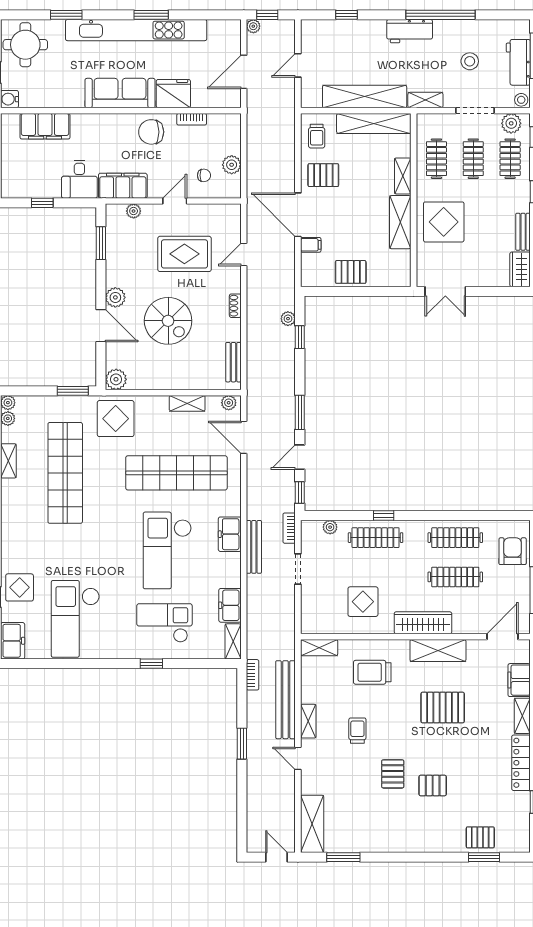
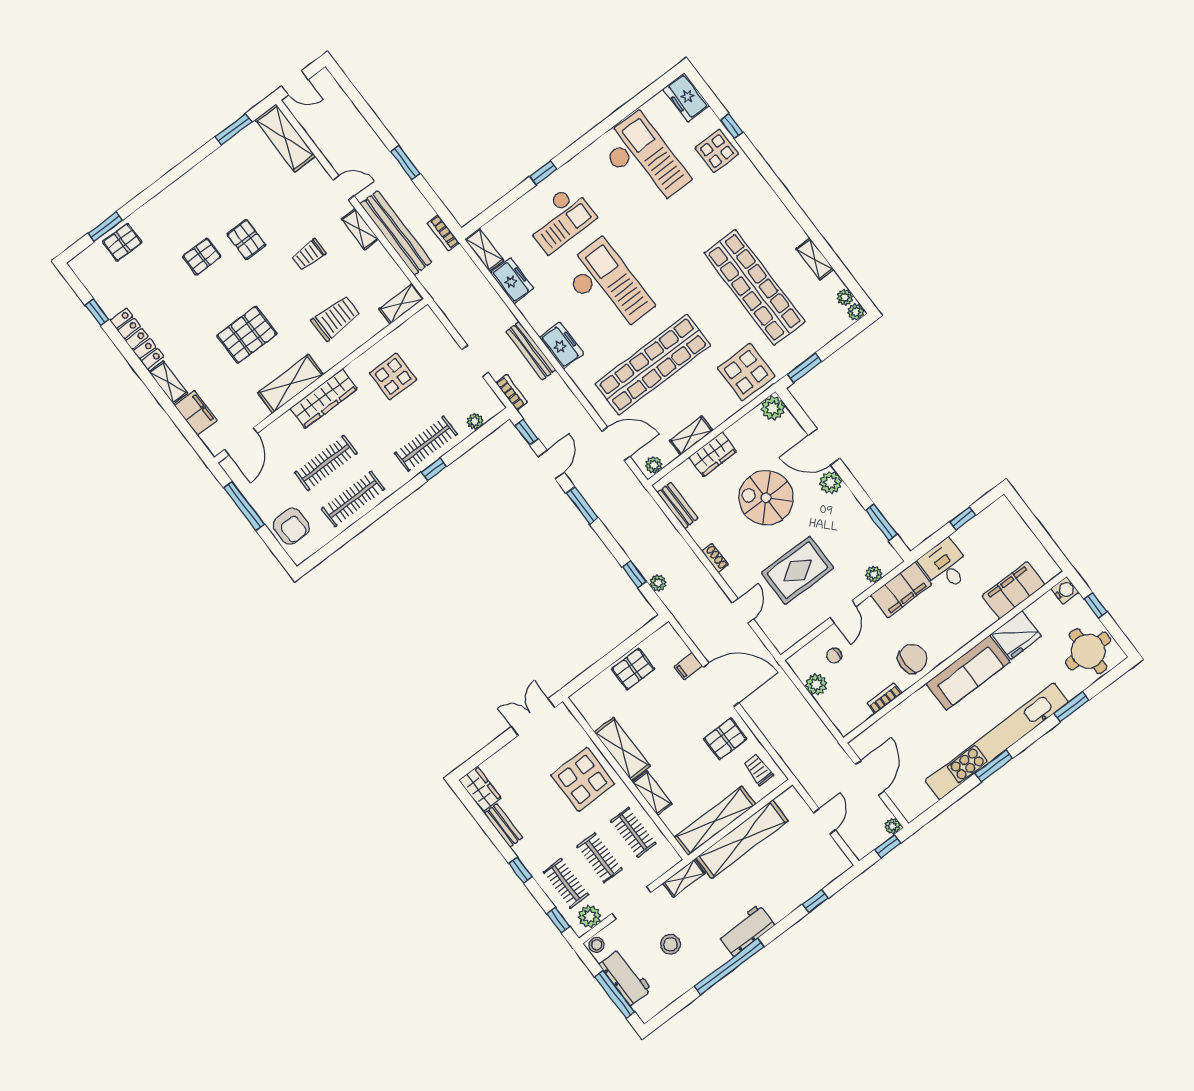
fridge: (173, 94) -> (1016, 635), moved
wardrobe: (182, 379) -> (713, 454), added
trolley: (357, 731) -> (309, 255), turned 90

